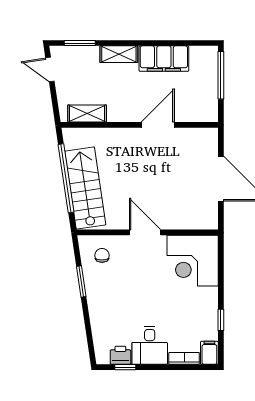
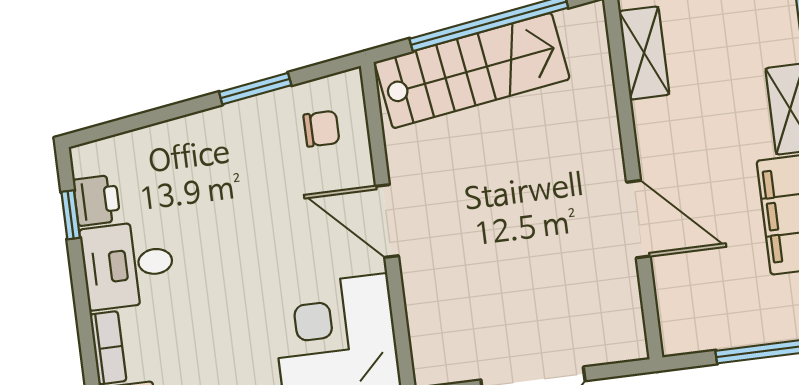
door: (145, 232) -> (387, 221), swing flipped

